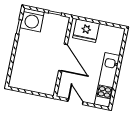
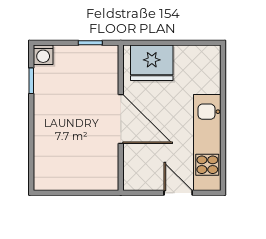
washing machine: (32, 20) -> (43, 55), width x0.53, depth x0.53
door: (75, 102) -> (178, 193), moved

